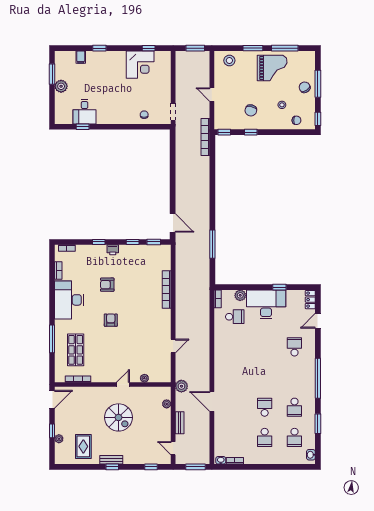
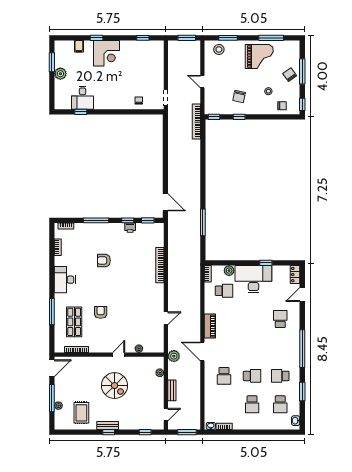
window: (253, 48) -> (228, 38), moved
corner desk: (140, 65) -> (107, 53), moved
window: (99, 242) -> (96, 220), width x2.17
printer: (113, 250) -> (130, 228), moved
desk: (69, 300) -> (65, 280), width x0.73, depth x0.77
armchair: (111, 320) -> (101, 312), moved
piano: (220, 354) -> (210, 326), added
door: (212, 402) -> (202, 351), moved
school desk: (235, 407) -> (224, 376), added
school desk: (265, 407) -> (252, 376), turned 90
school desk: (294, 407) -> (280, 376), turned 90
window: (52, 431) -> (52, 398), width x2.17
door: (173, 448) -> (166, 415), swing flipped

